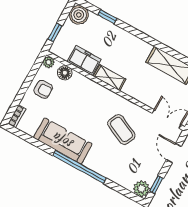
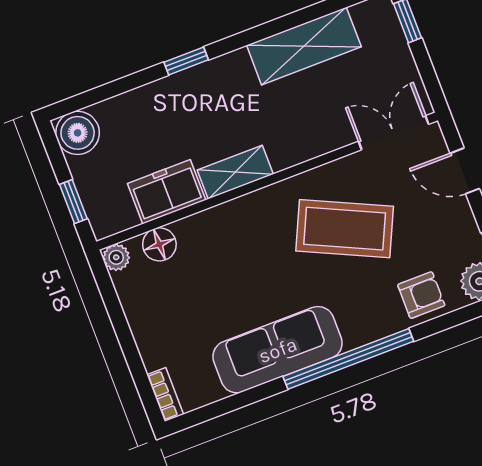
window: (107, 17) -> (186, 61), moved
armchair: (43, 89) -> (421, 295), moved
coffee table: (121, 129) -> (345, 229), width x1.36, depth x1.32

